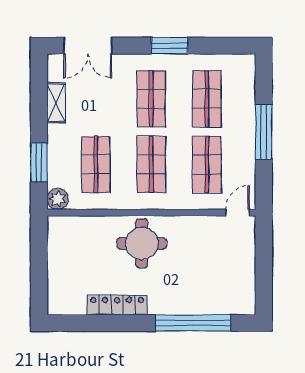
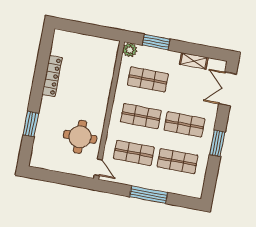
round table: (142, 243) -> (80, 137), moved
window: (193, 323) -> (31, 124), width x0.47

